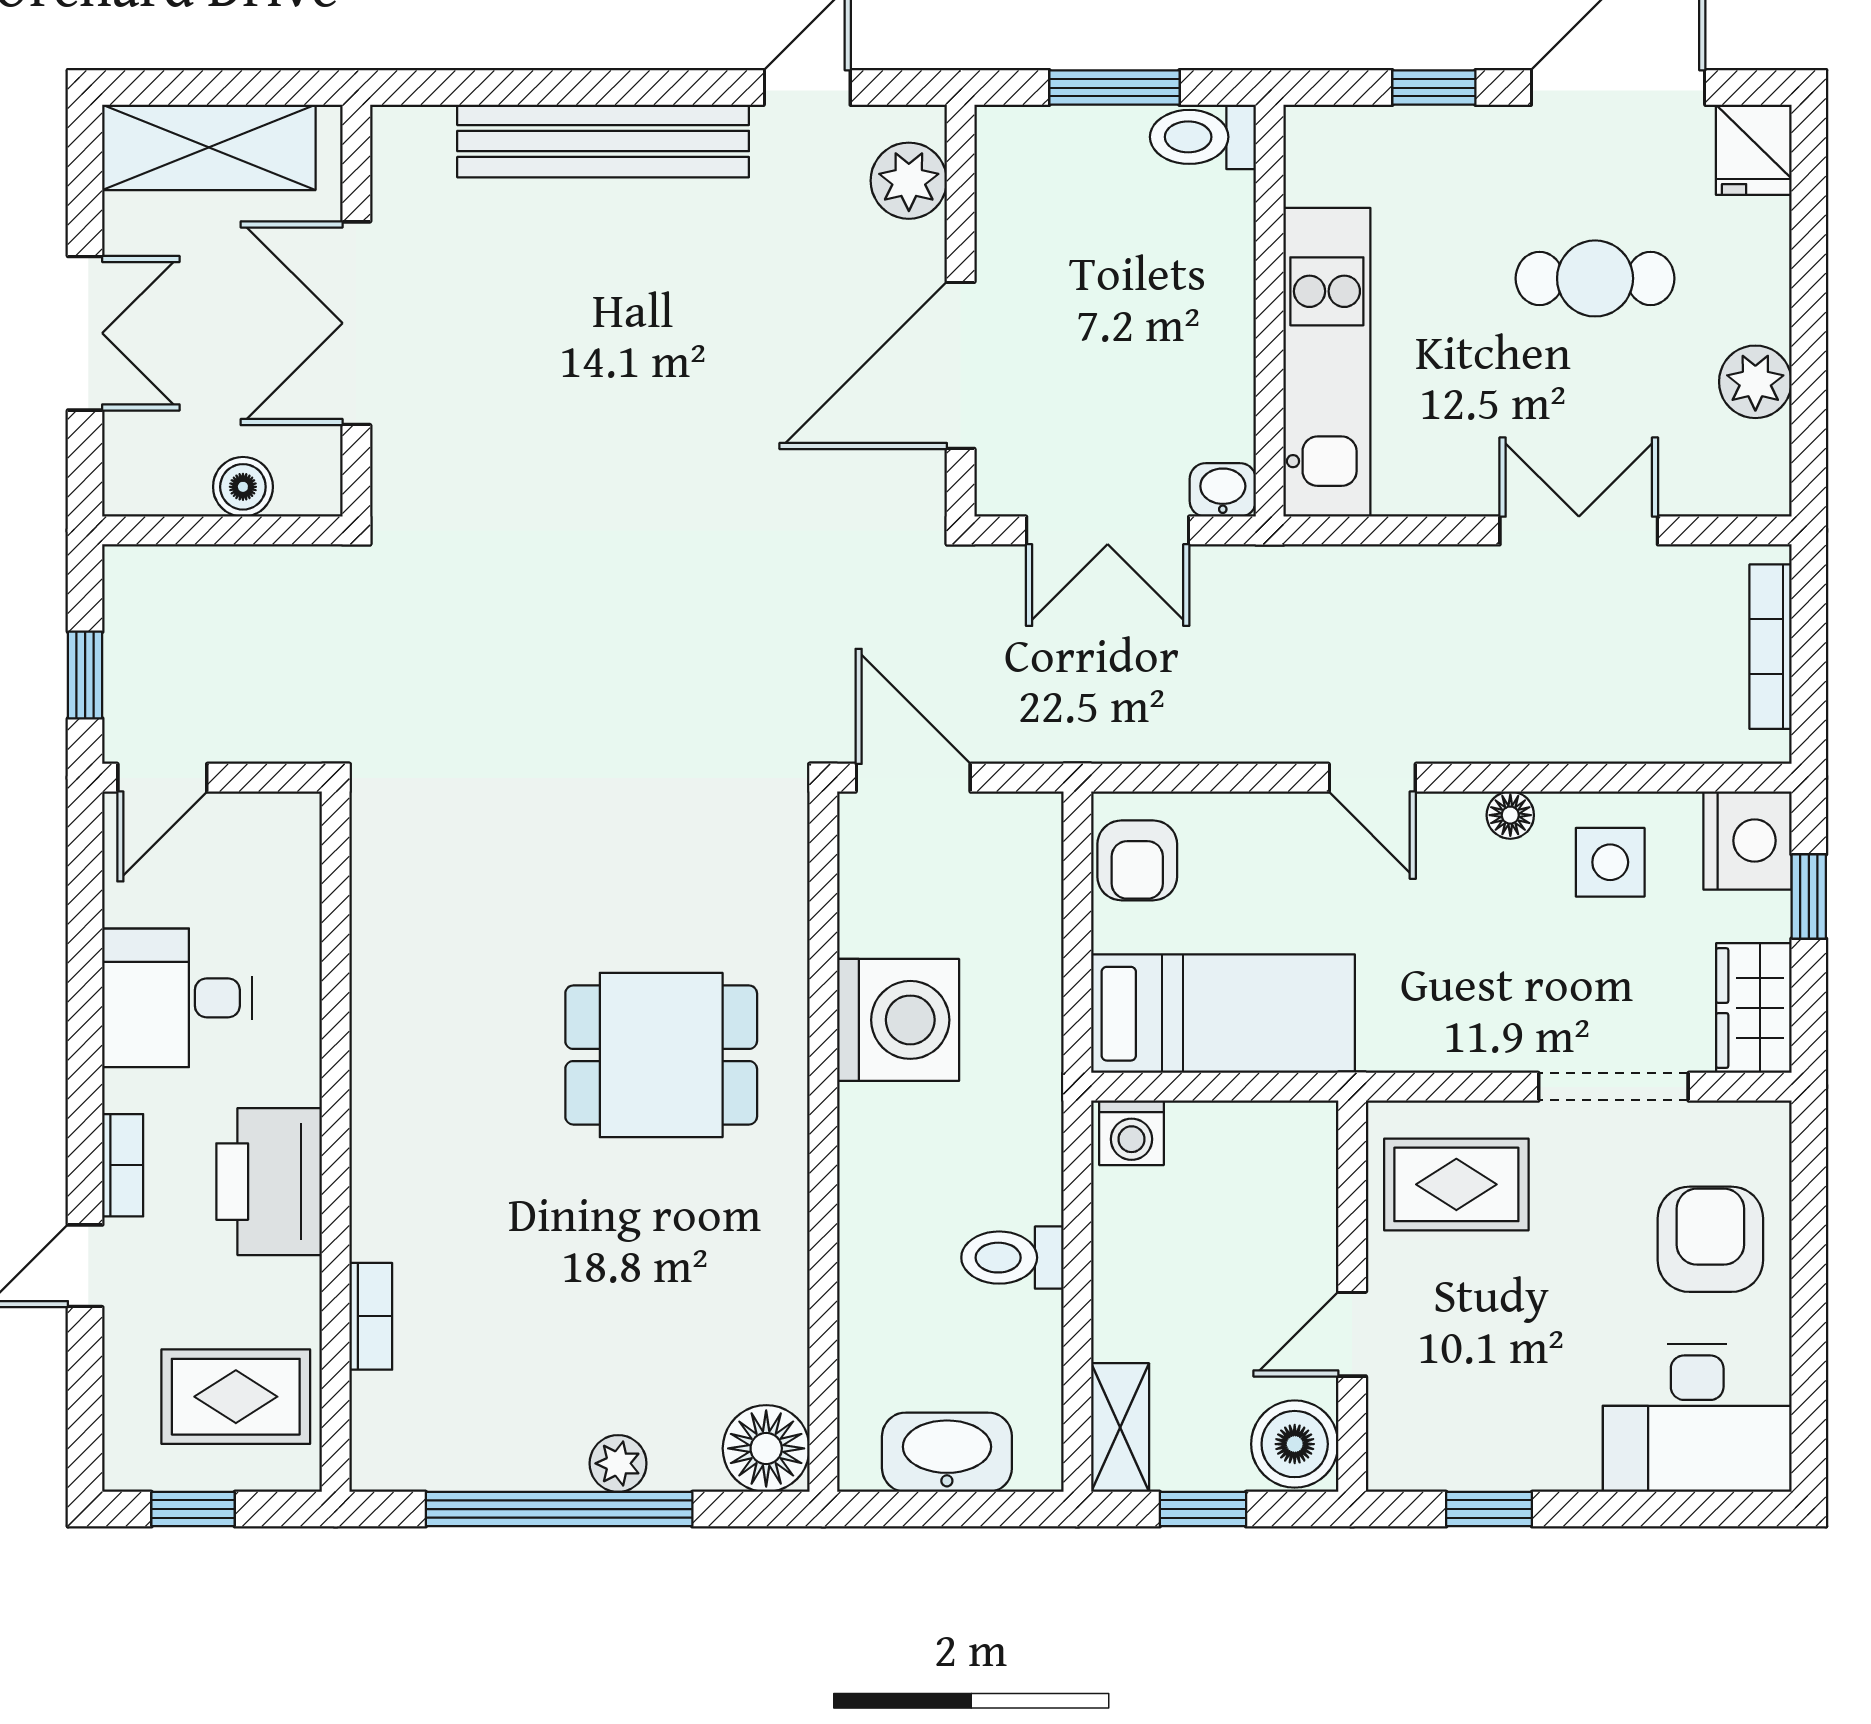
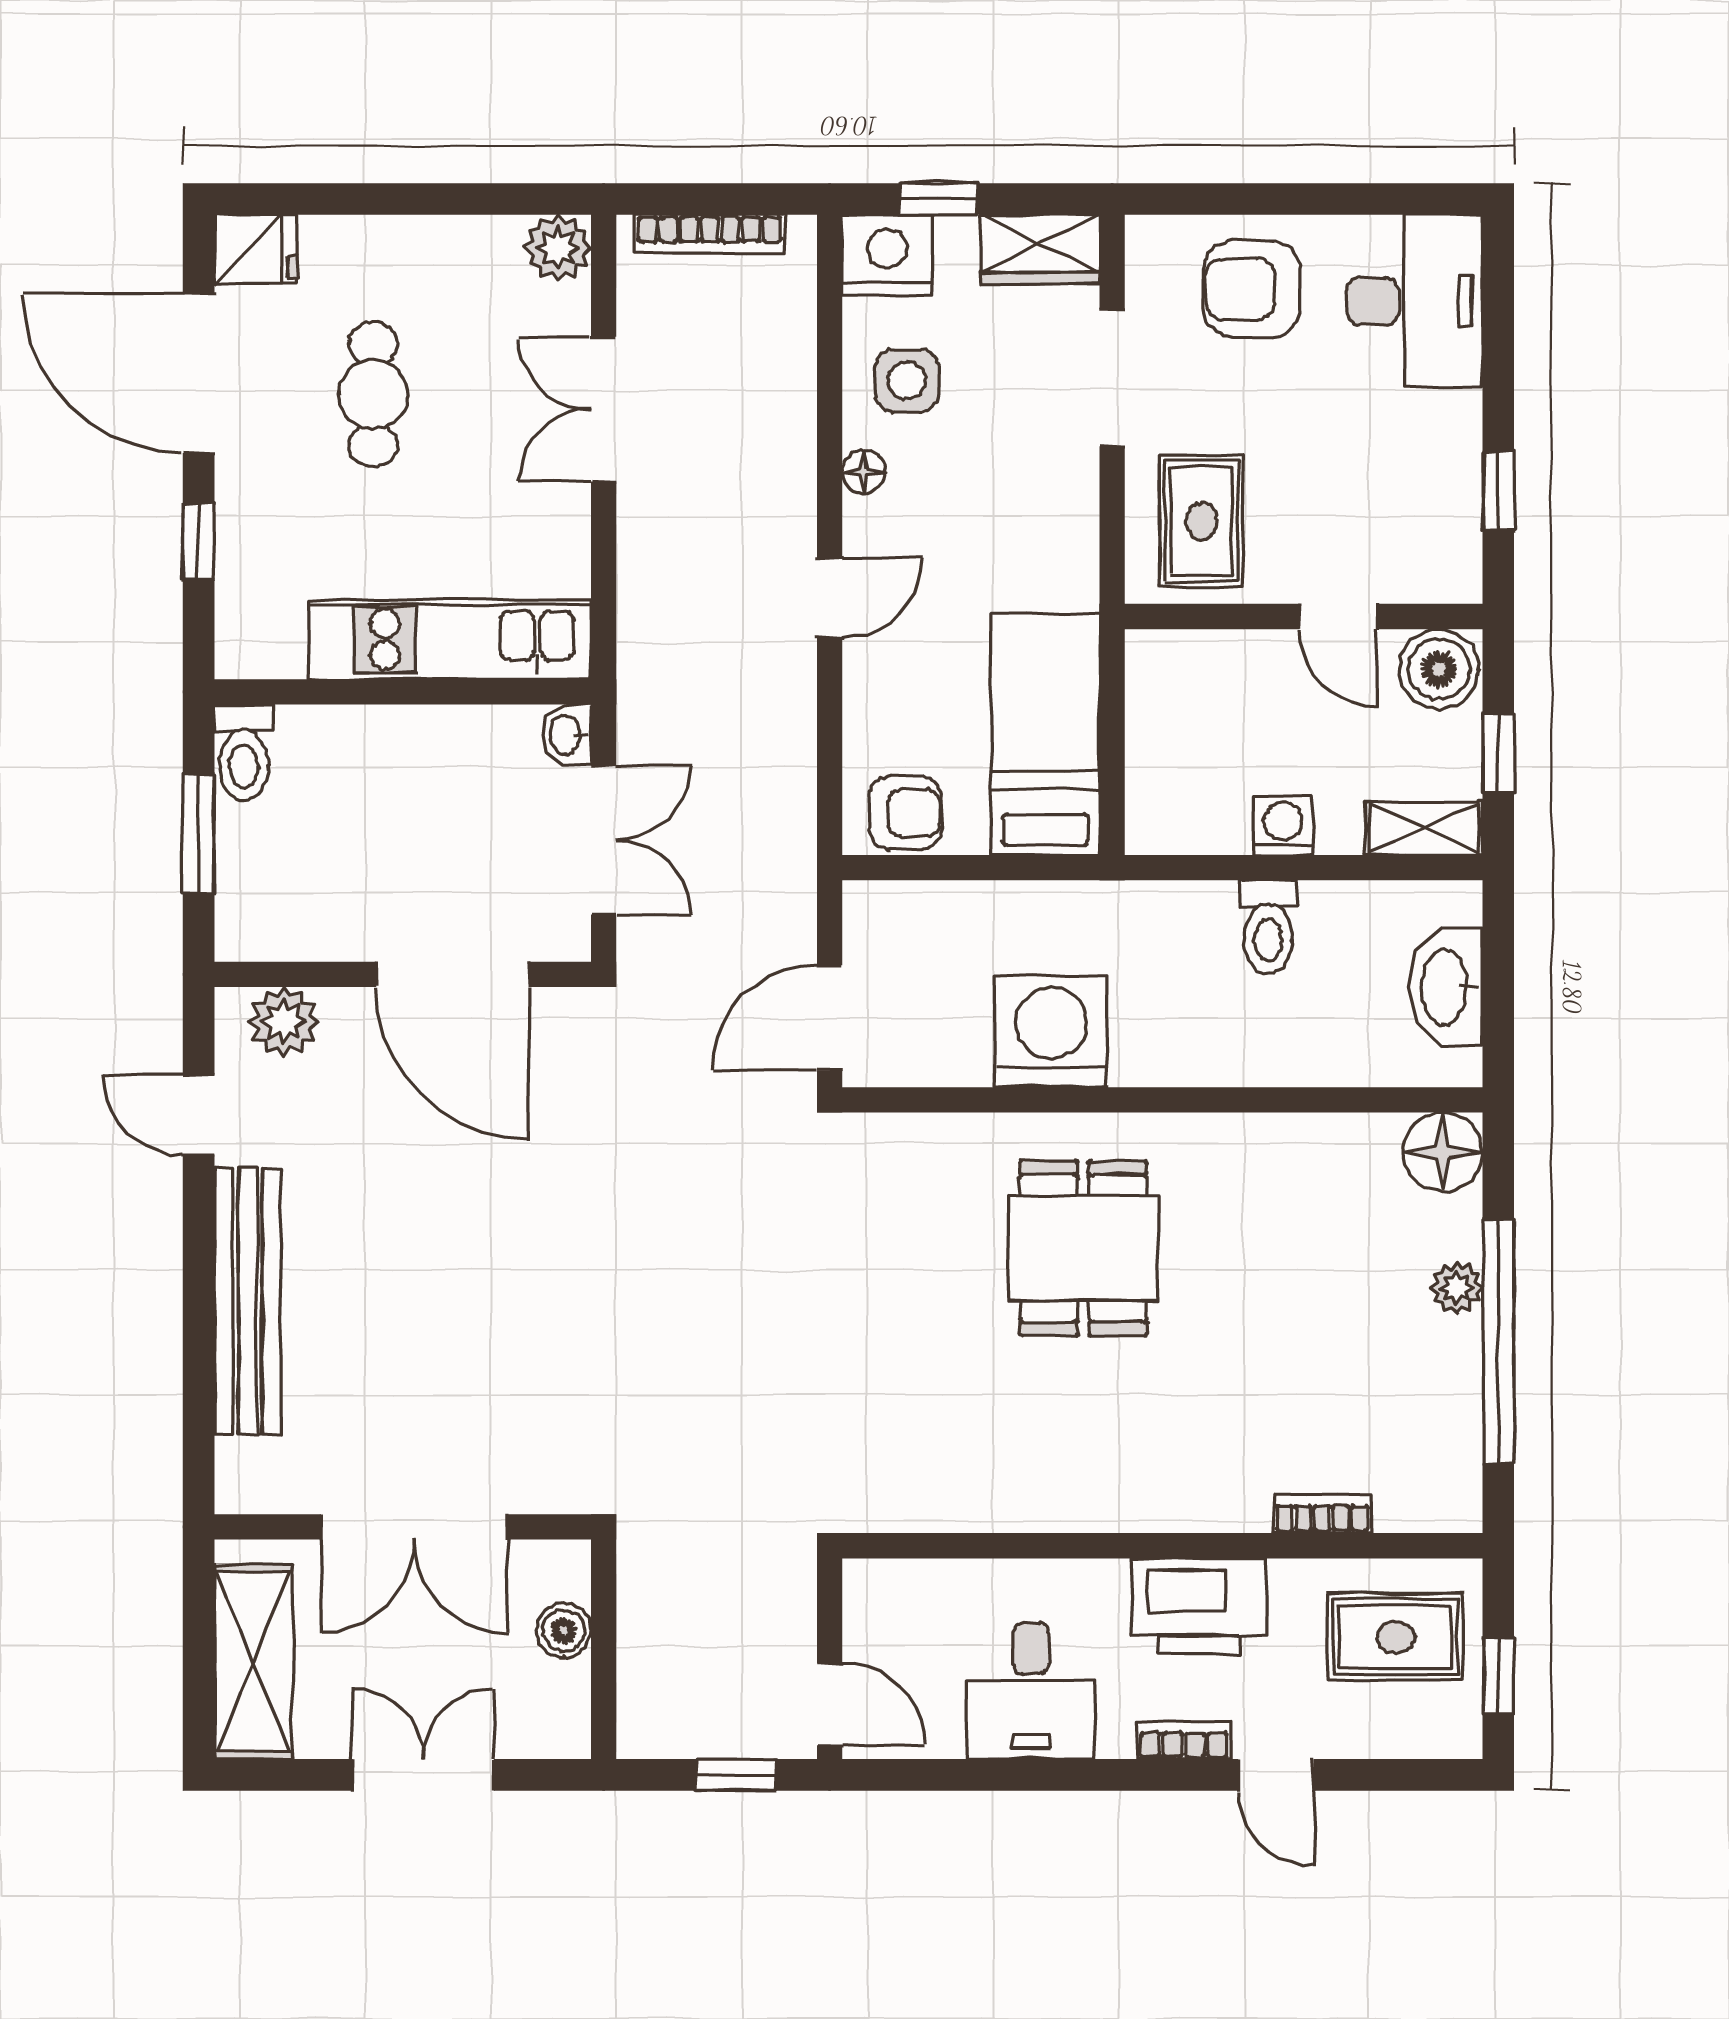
plant: (1755, 382) -> (558, 248), moved
washing machine: (1131, 1133) -> (1283, 826), moved, turned -90
rug: (236, 1397) -> (1396, 1637), turned 90

